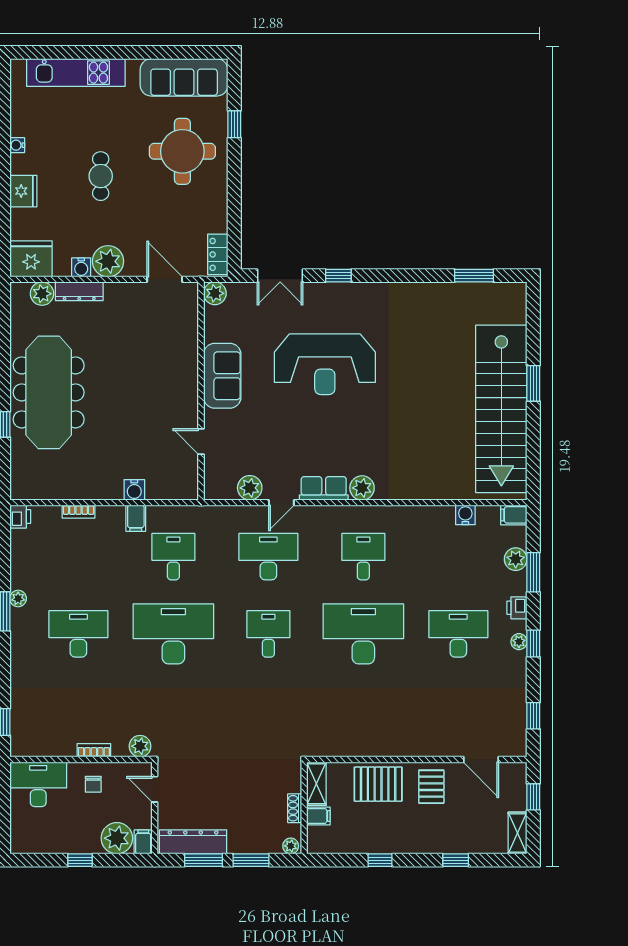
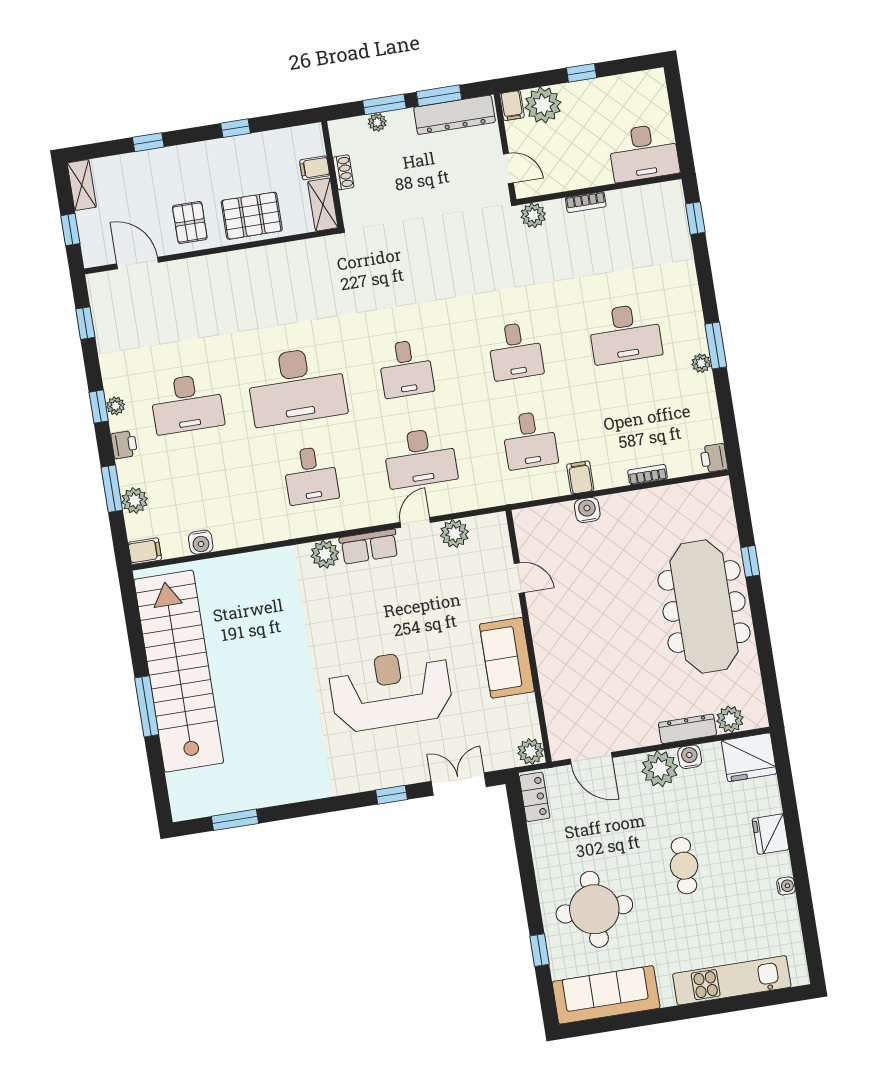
window: (533, 383) -> (147, 706), width x1.44
desk: (173, 634) -> (516, 351), width x0.53, depth x0.77
chair: (93, 784) -> (580, 163), removed
plant: (291, 846) -> (377, 122), moved

